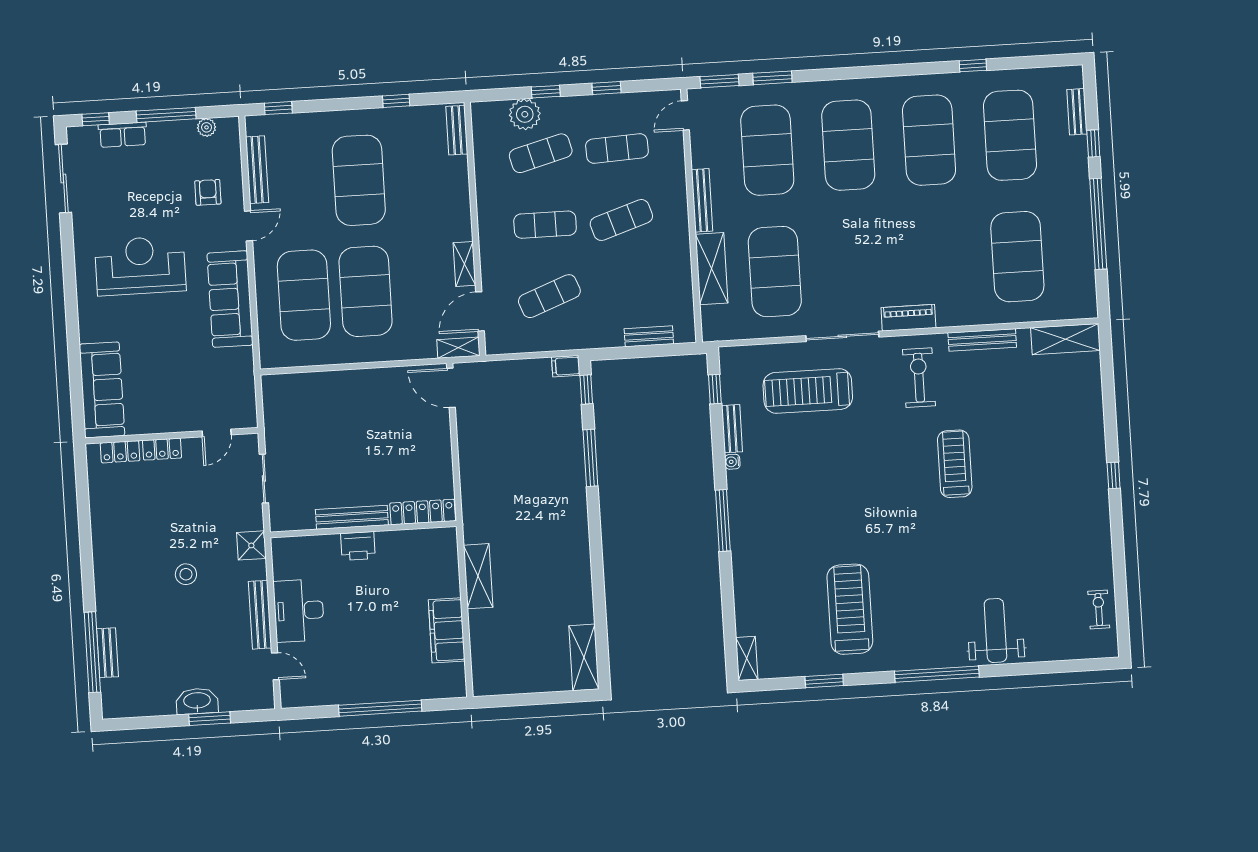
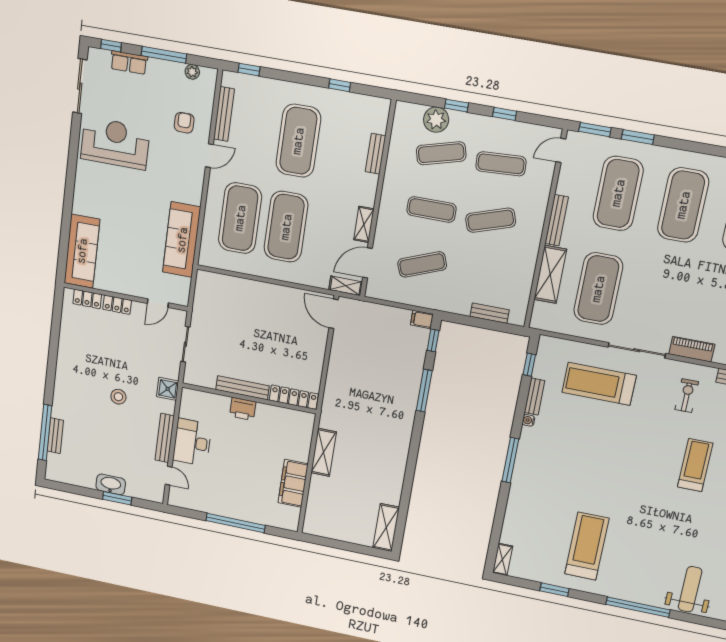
bench: (457, 130) -> (376, 154), moved
reception desk: (140, 266) -> (115, 143), moved
sofa: (230, 299) -> (182, 240), moved
exercise bike: (919, 378) -> (687, 396), width x0.73, depth x0.72

